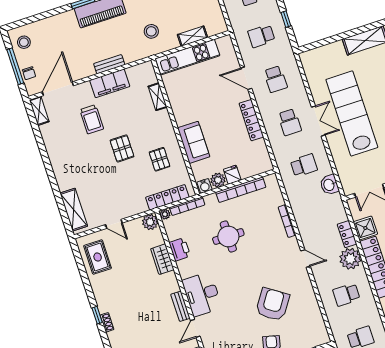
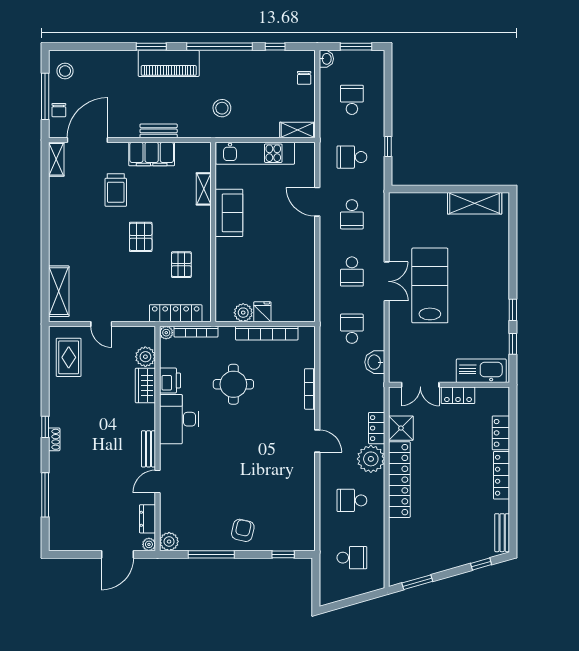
shelving: (192, 36) -> (297, 130), moved
lab bench: (352, 113) -> (430, 285), width x0.73
locker: (251, 120) -> (307, 254), removed
sofa: (194, 142) -> (229, 213), moved
school desk: (304, 165) -> (352, 329), turned -90
water cooler: (205, 186) -> (225, 314), removed
plant: (150, 222) -> (145, 357), moved
desk: (202, 294) -> (179, 419), moved
armchair: (273, 304) -> (260, 483), removed

